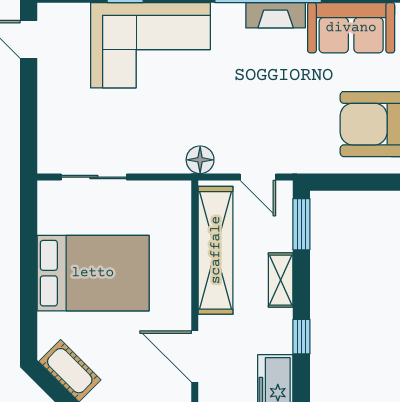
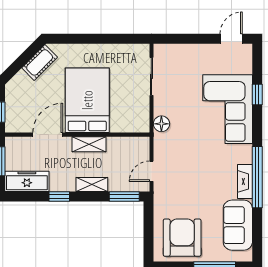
floor lamp: (200, 160) -> (161, 124), moved
shelving: (216, 250) -> (89, 144), width x0.45, depth x0.75
bed: (93, 273) -> (87, 100), moved, turned 180

